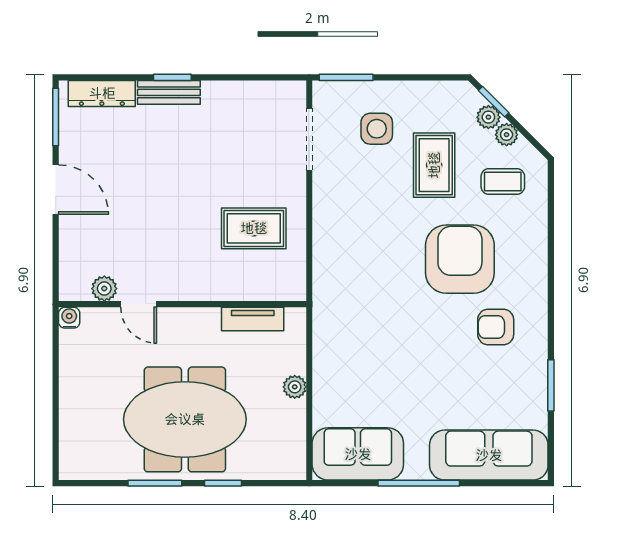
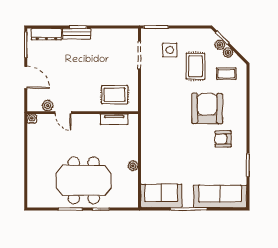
plant: (104, 289) -> (48, 106), moved
door: (139, 304) -> (63, 113), moved
wall: (182, 304) -> (83, 113), moved
water cooler: (69, 318) -> (32, 119), moved
tv unit: (253, 319) -> (114, 119), moved

